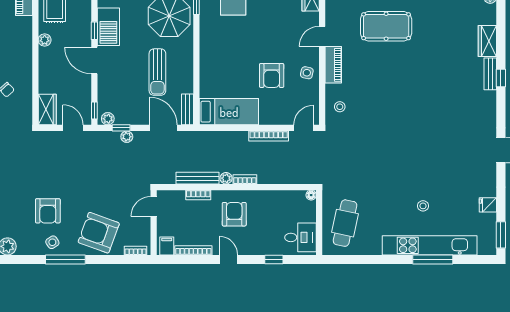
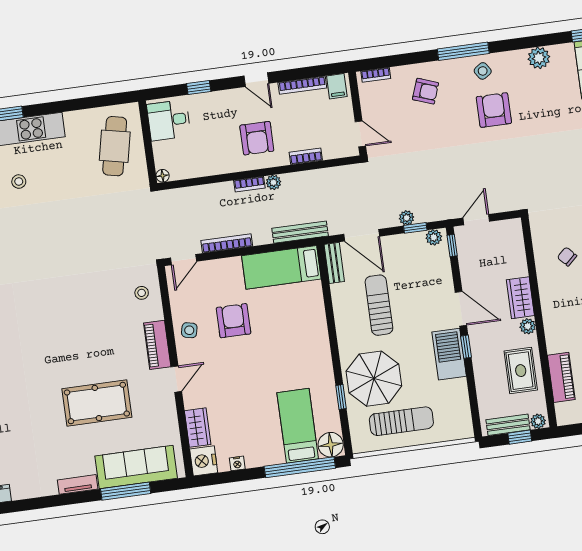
wardrobe: (47, 110) -> (520, 298), moved
door: (73, 128) -> (476, 220), swing flipped
bench: (198, 178) -> (300, 232), moved
door: (154, 207) -> (360, 134), hinge flipped
armchair: (99, 233) -> (426, 91), width x0.53, depth x0.53

